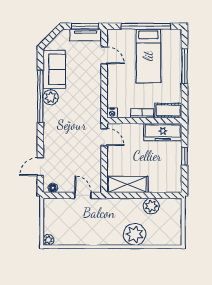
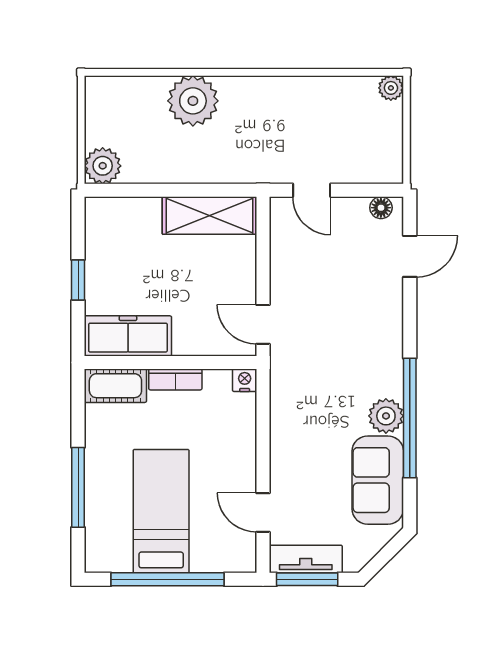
plant: (151, 206) -> (103, 166), moved

